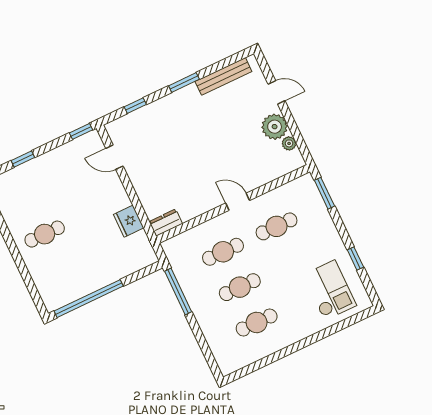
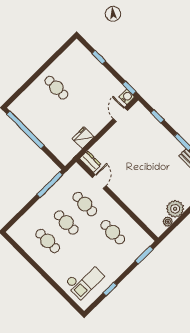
water cooler: (93, 139) -> (127, 97), added
door: (238, 202) -> (99, 182), moved

